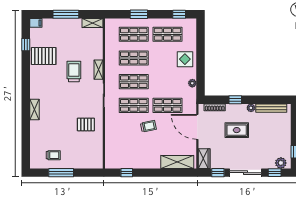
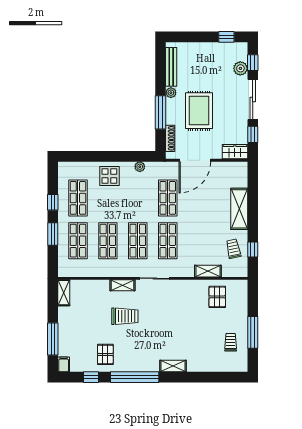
window: (66, 14) -> (53, 339), moved
window: (179, 14) -> (53, 202), moved
pallet: (44, 56) -> (105, 354), width x0.67, depth x0.71
trolley: (74, 71) -> (125, 316), turned 180
window: (26, 79) -> (135, 377), added
window: (235, 100) -> (161, 112), width x2.17
pallet: (86, 124) -> (217, 297), moved
trolley: (148, 126) -> (233, 249), moved
rug: (237, 130) -> (199, 111), width x1.36, depth x1.43
shelving: (110, 137) -> (208, 271), added
shelving: (177, 162) -> (239, 209), moved
plant: (281, 163) -> (240, 68), moved

